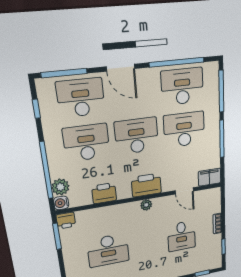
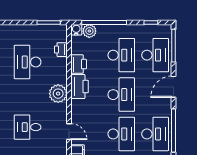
printer: (146, 185) -> (80, 87), moved
door: (184, 191) -> (69, 132), swing flipped
plant: (146, 205) -> (58, 94), width x1.87, depth x1.87
printer: (66, 221) -> (61, 50), moved

